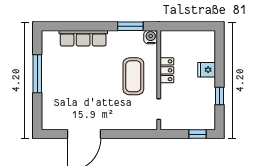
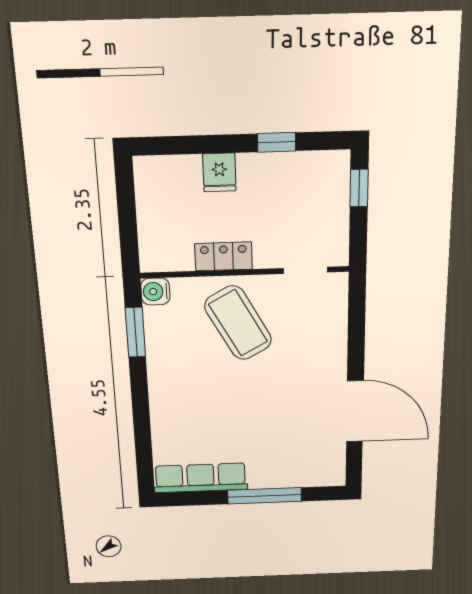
row of seats: (83, 38) -> (201, 478), moved, turned -90
window: (37, 74) -> (265, 496), moved
coffee table: (133, 76) -> (238, 323), turned 61

